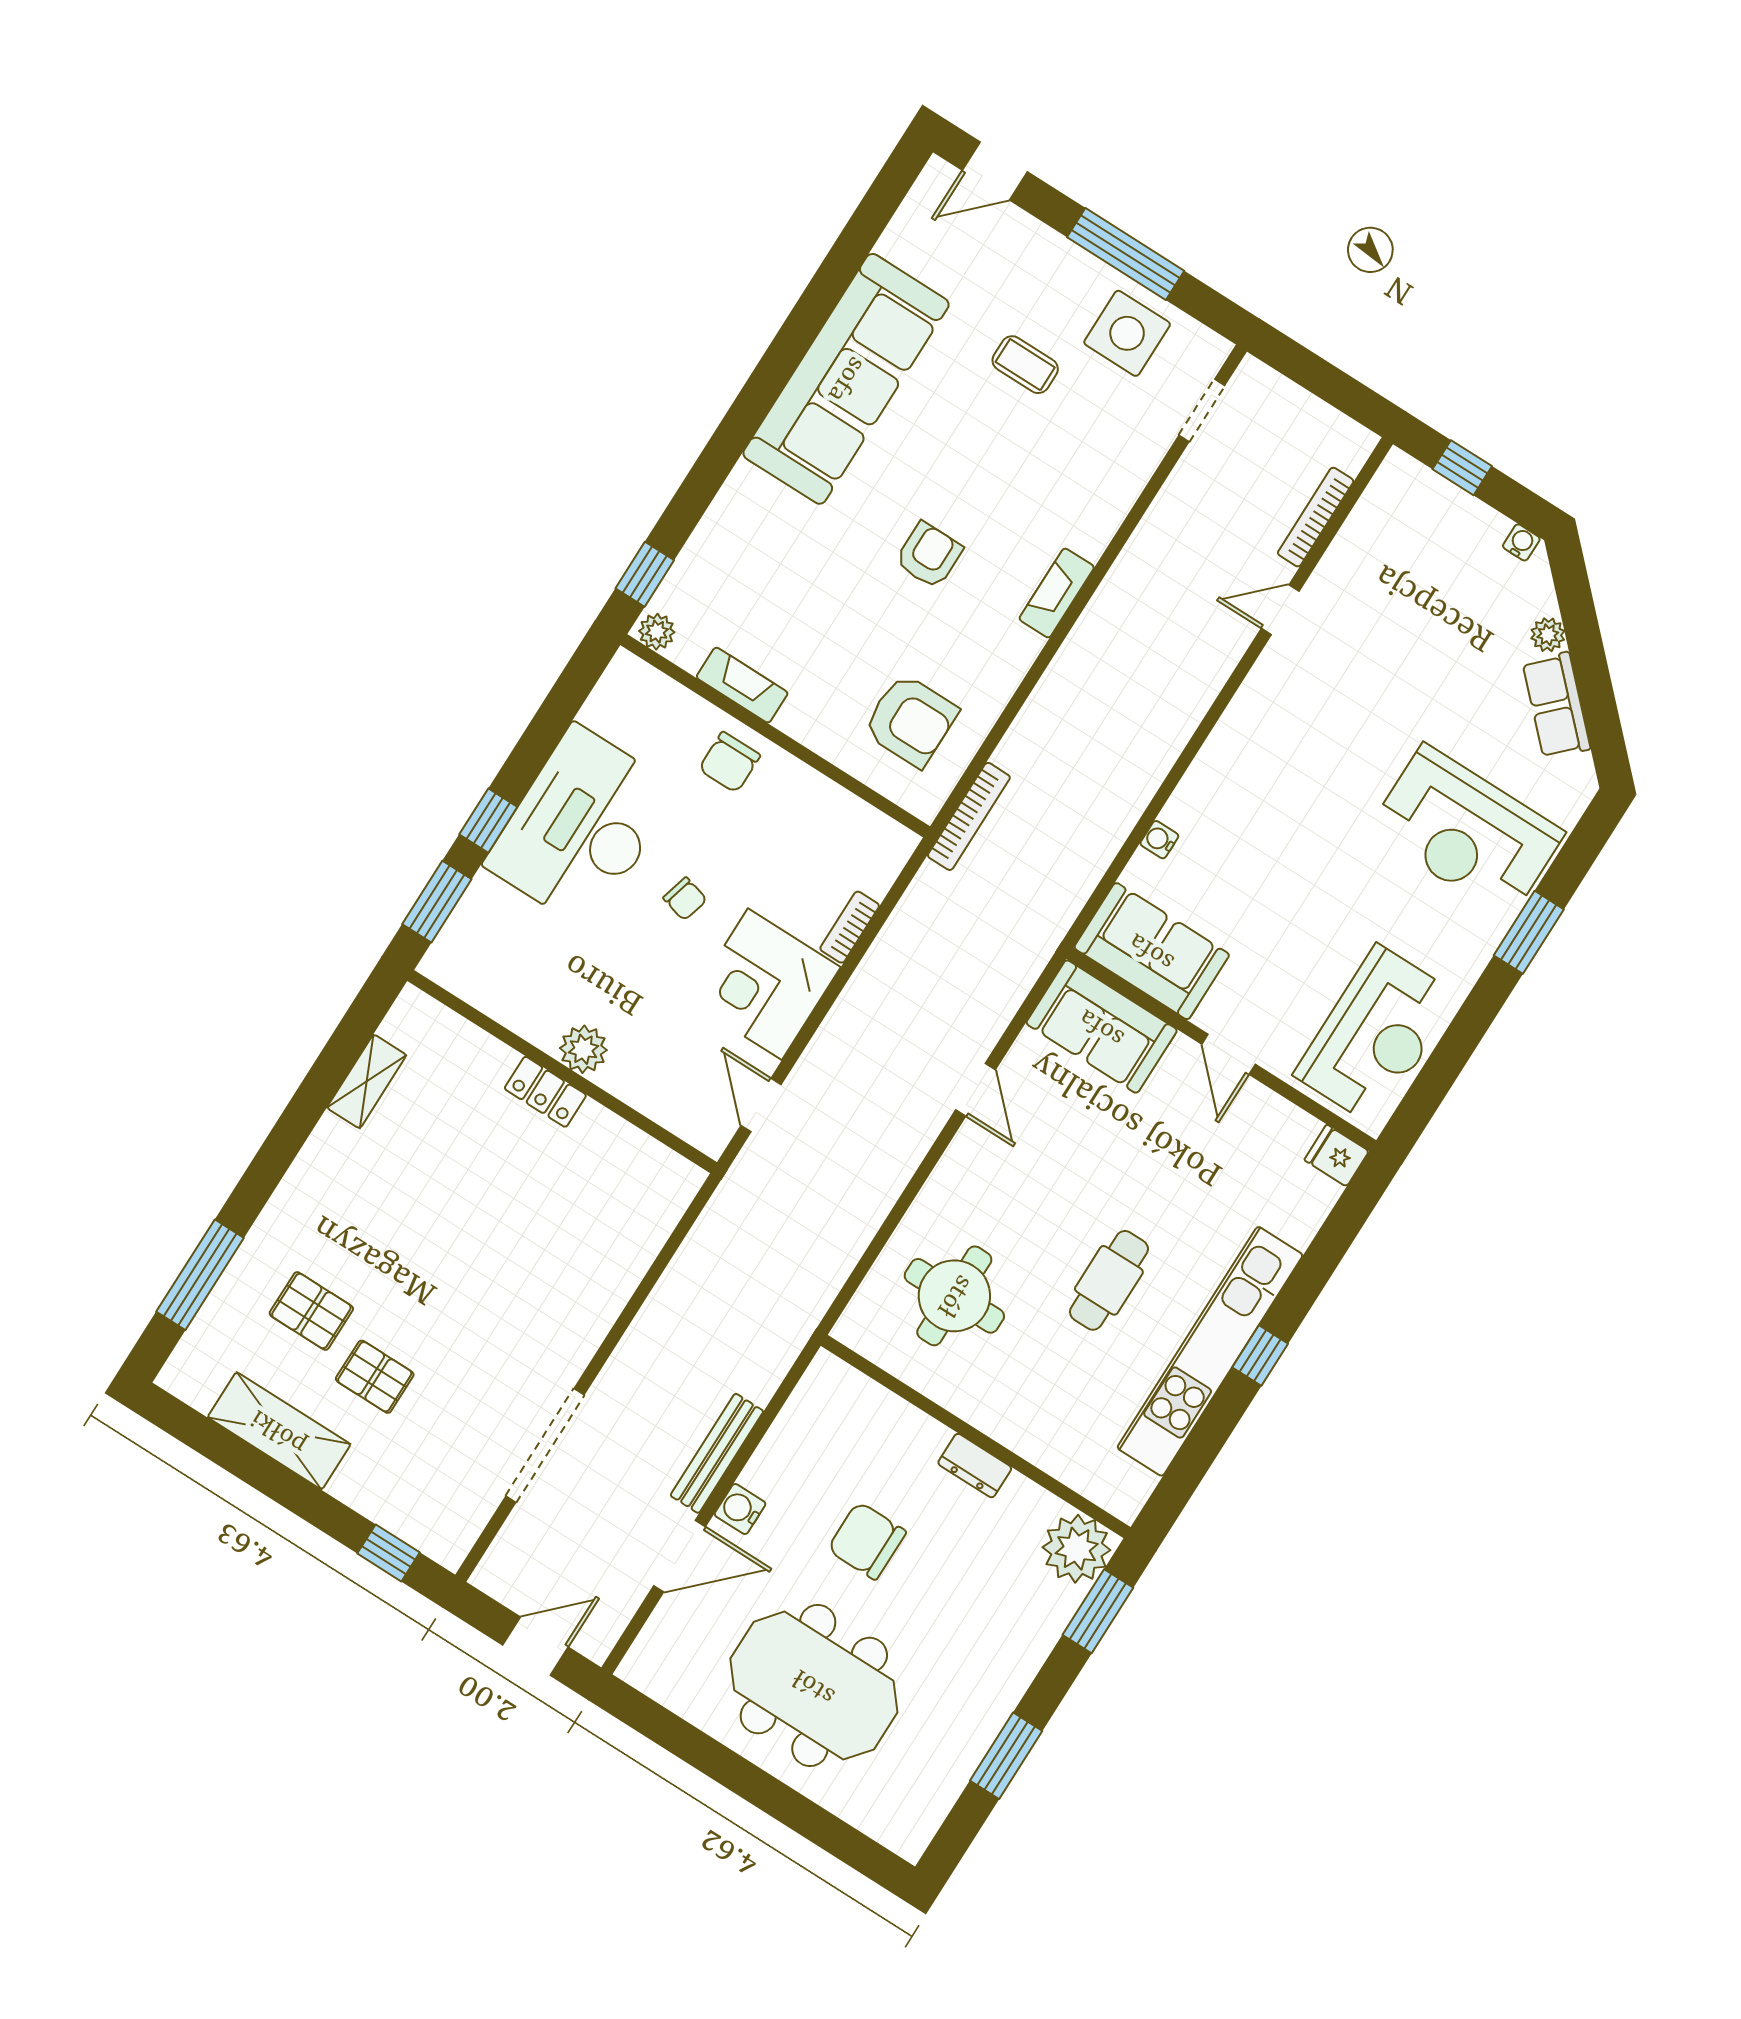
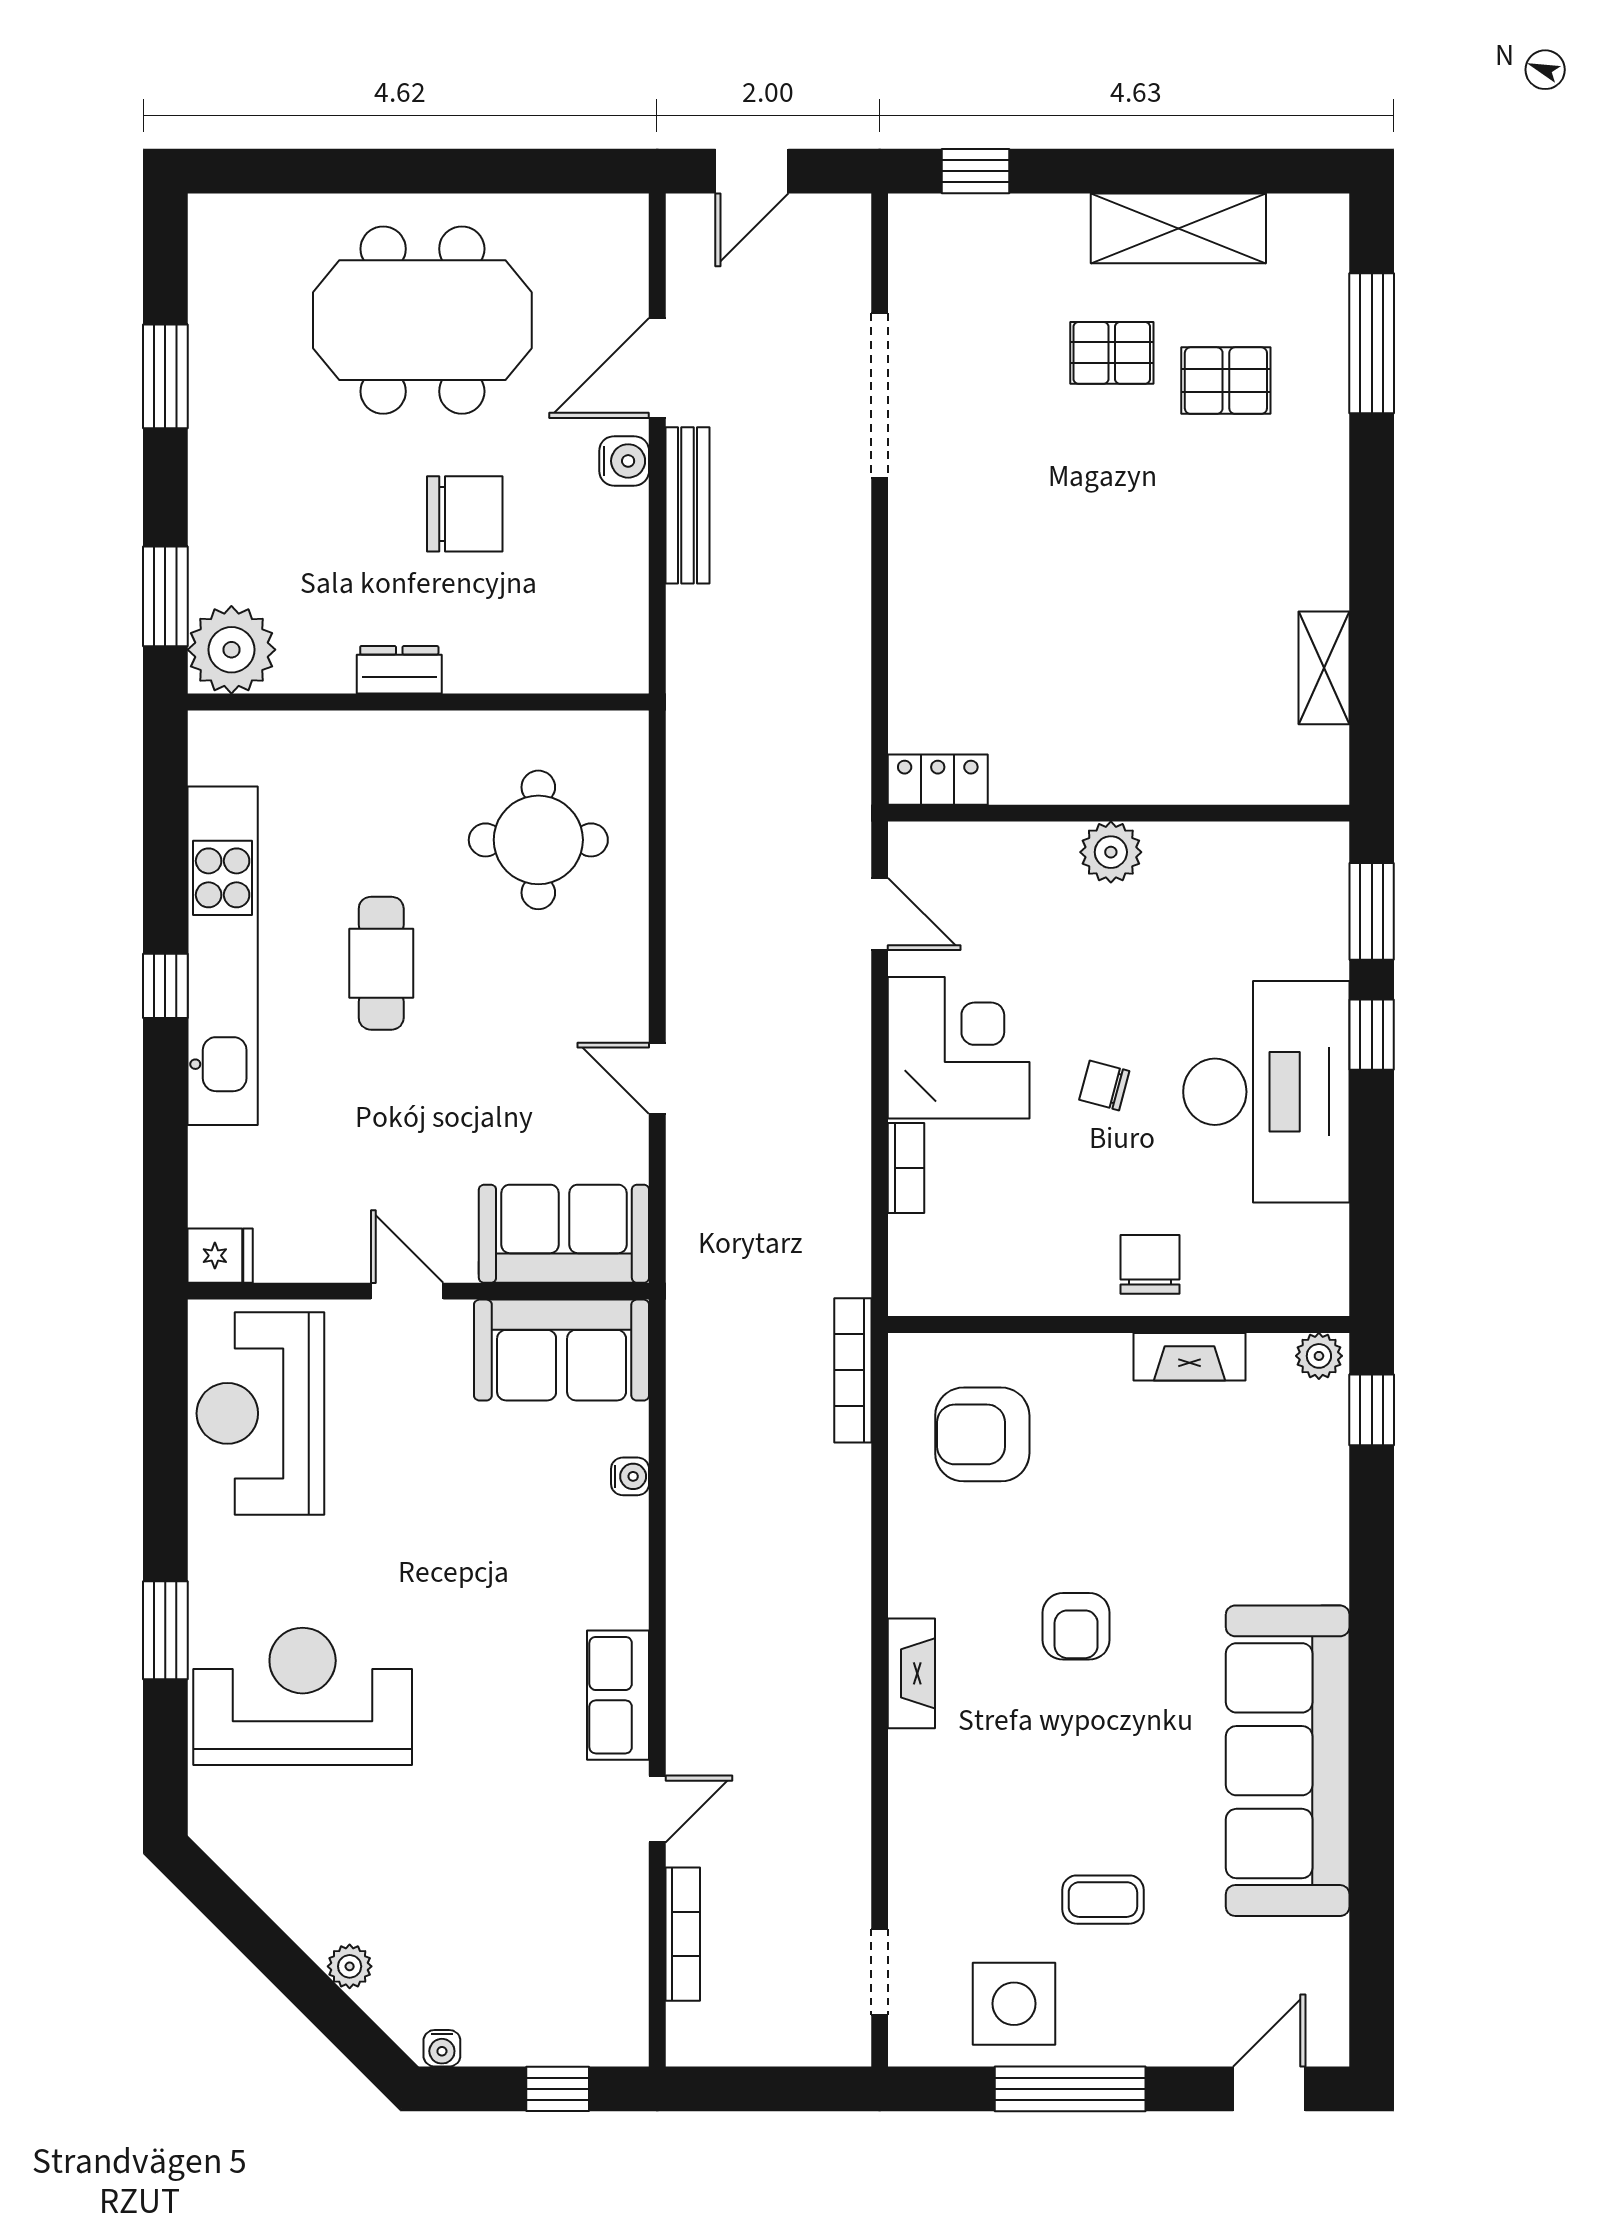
row of seats: (1556, 705) -> (618, 1695), moved, turned -135
locker: (545, 1092) -> (938, 780), moved

